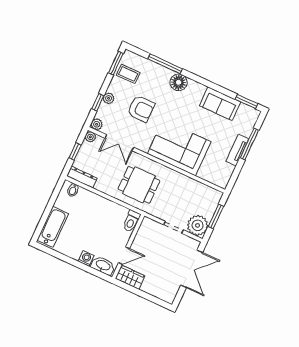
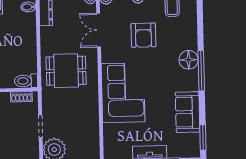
window: (165, 64) -> (201, 71), moved
dining table: (139, 185) -> (66, 71), turned 90
shoe rack: (142, 231) -> (21, 97), added

